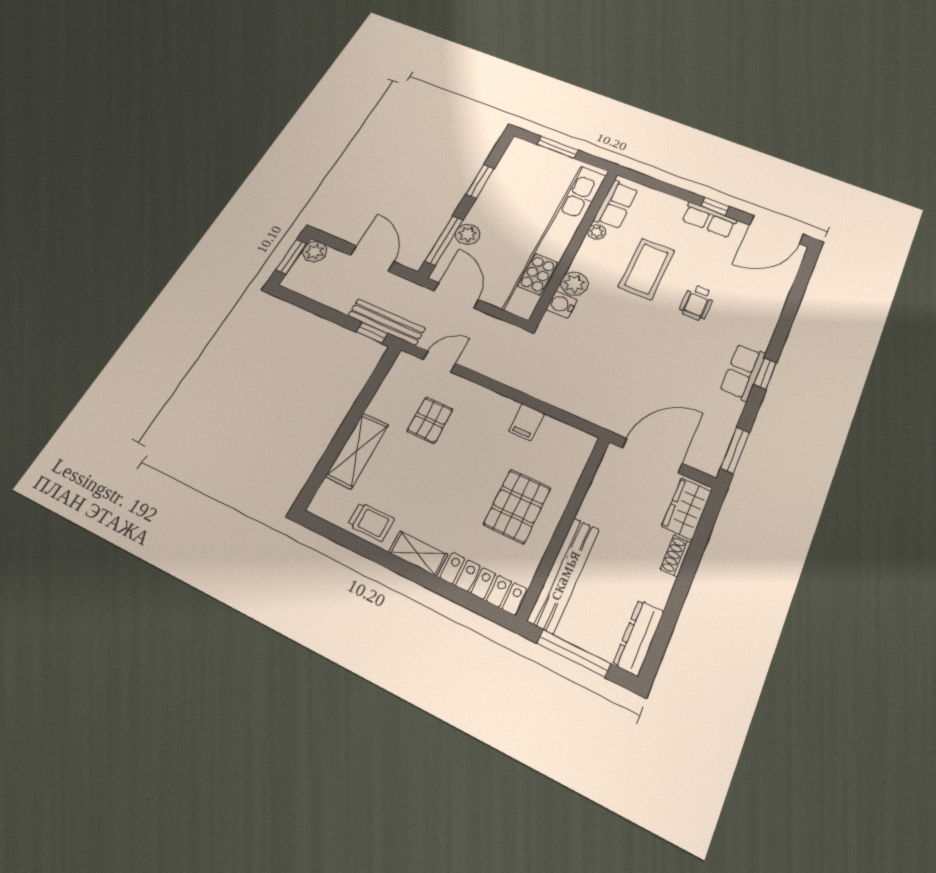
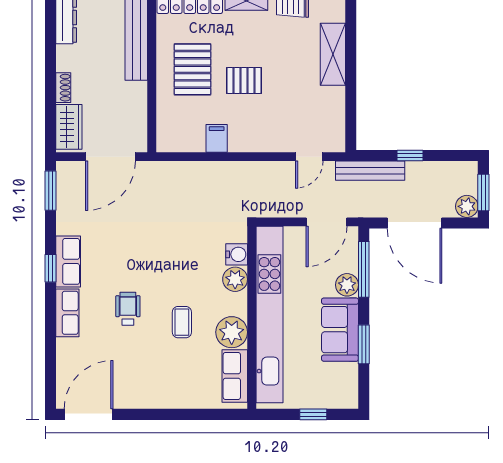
window: (557, 147) -> (313, 414), width x0.67
sofa: (495, 202) -> (340, 330), added
window: (715, 206) -> (149, 414), removed
row of seats: (709, 220) -> (67, 313), moved, turned 90
plant: (597, 232) -> (232, 332), width x1.87, depth x1.87
door: (372, 259) -> (415, 223), width x1.36
coffee table: (646, 269) -> (182, 322), width x0.54, depth x0.58
door: (456, 295) -> (326, 222), hinge flipped
window: (372, 333) -> (410, 156), moved
pallet: (430, 420) -> (244, 81), moved, turned 90

